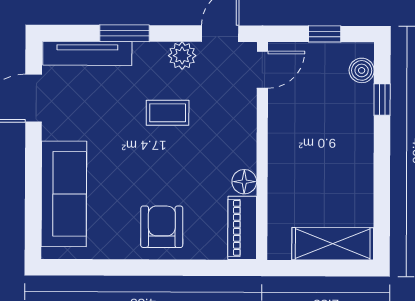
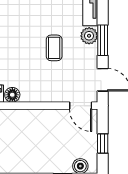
window: (124, 33) -> (103, 40), moved
plant: (182, 56) -> (89, 36), moved

